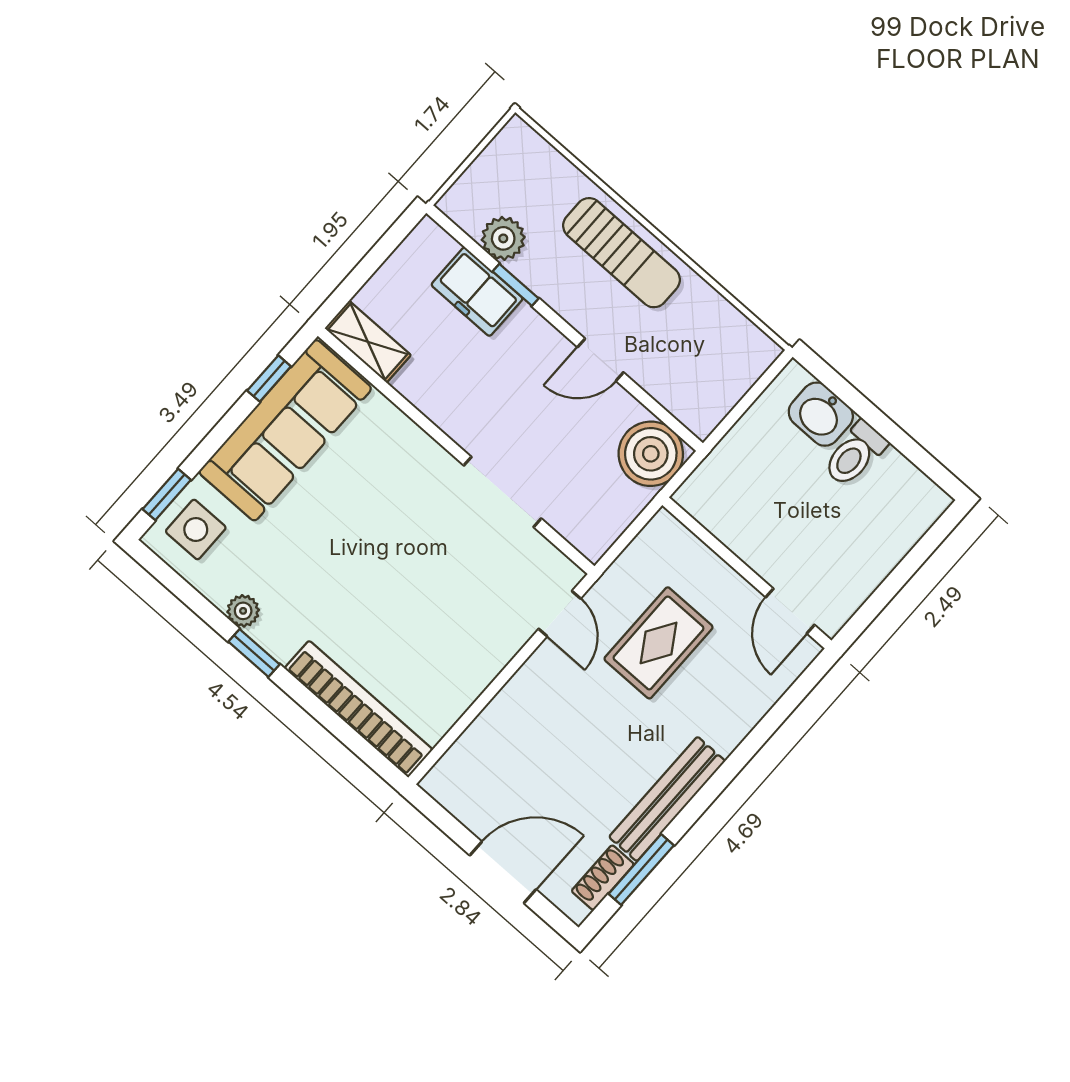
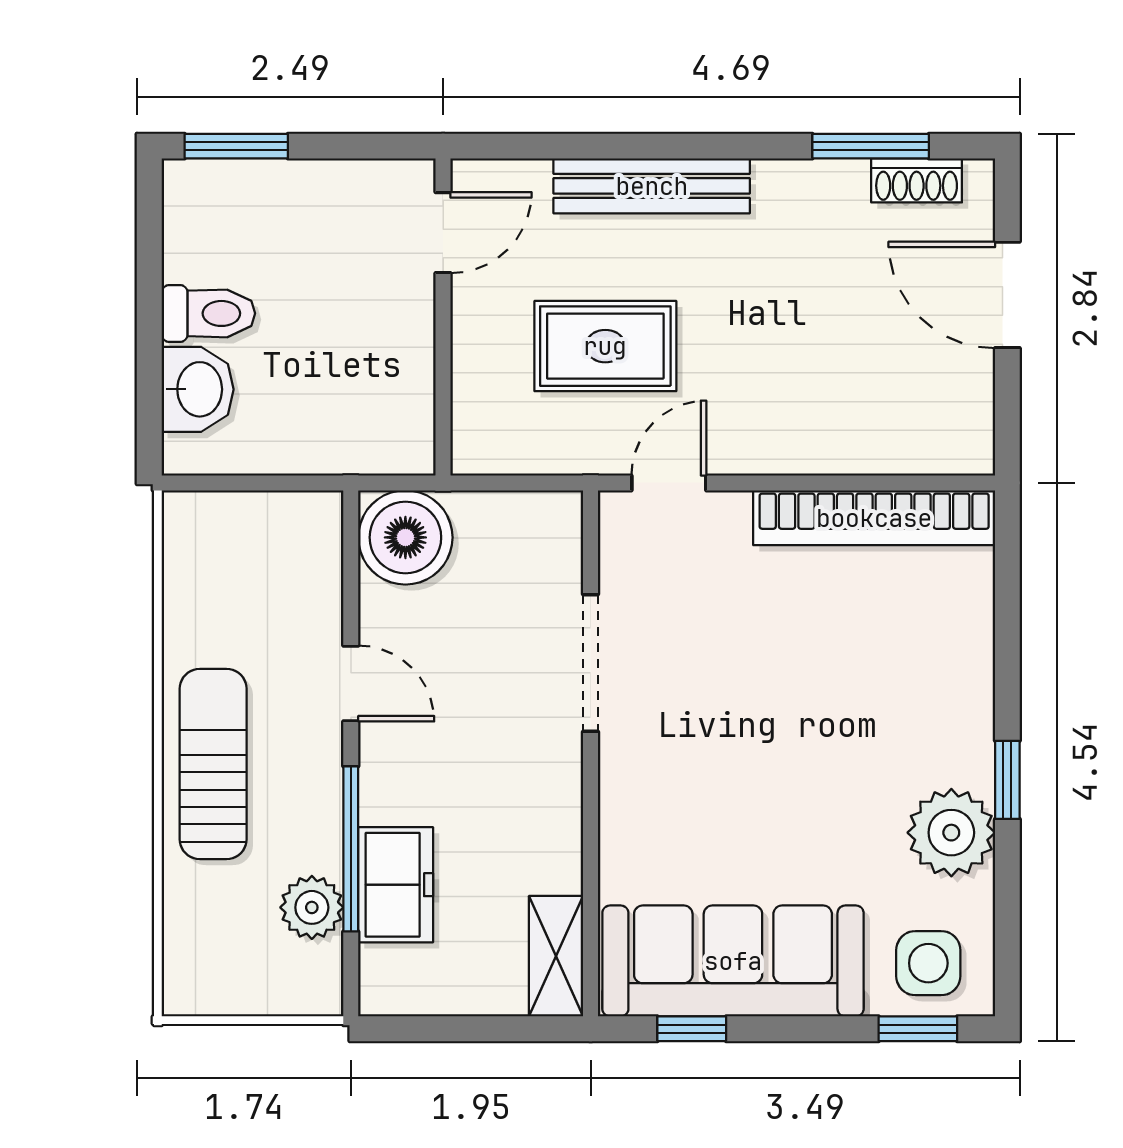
window: (516, 285) -> (351, 849), width x2.17
window: (928, 544) -> (236, 146), added
plant: (243, 611) -> (951, 833), width x1.87, depth x1.87
bookcase: (359, 709) -> (874, 518), moved, turned -90
bench: (667, 799) -> (652, 186), moved

